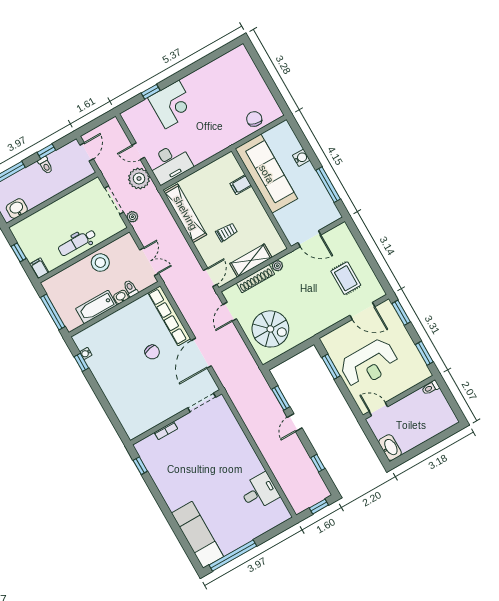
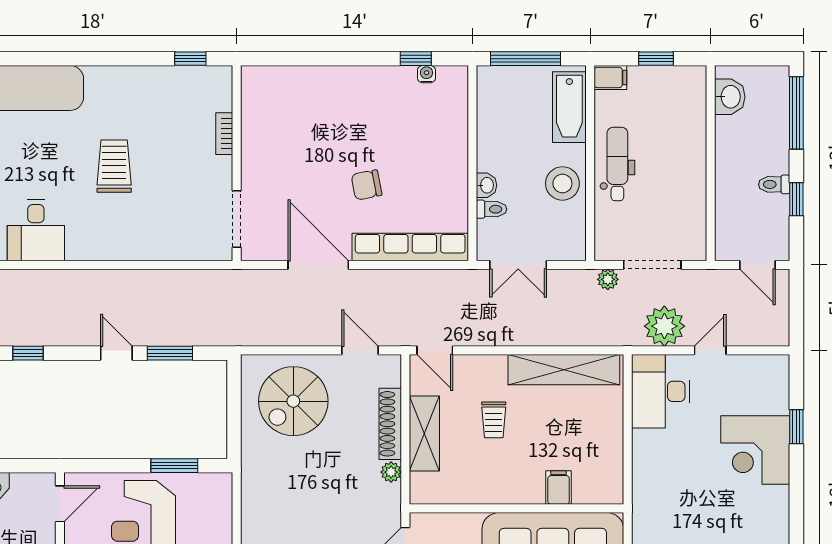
bathtub: (96, 307) -> (569, 107), moved, turned 180
trolley: (210, 473) -> (114, 166), added

